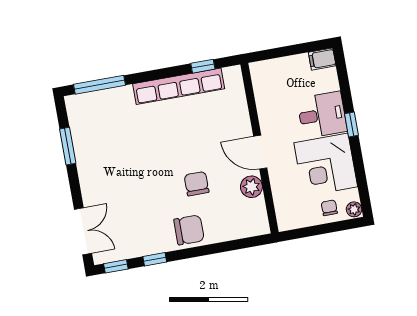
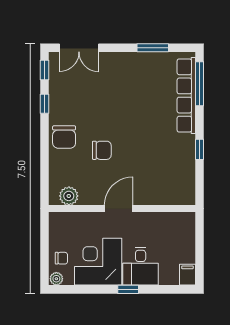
window: (203, 66) -> (200, 149), moved
row of seats: (179, 86) -> (186, 95), moved
plant: (251, 187) -> (69, 196), moved

